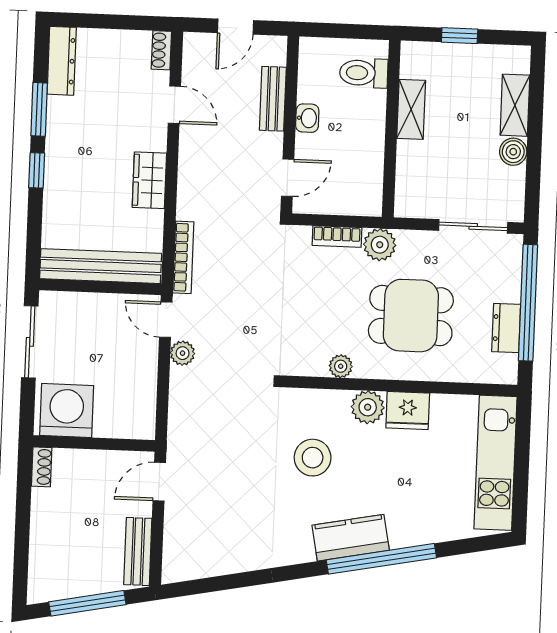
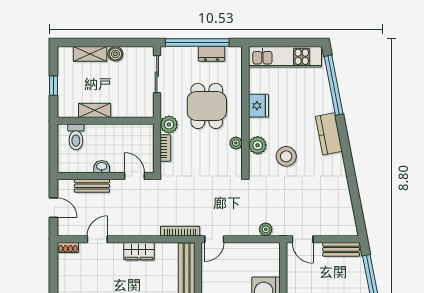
plant: (183, 353) -> (266, 229), moved
plant: (368, 407) -> (258, 145), moved
window: (381, 559) -> (334, 85), moved

